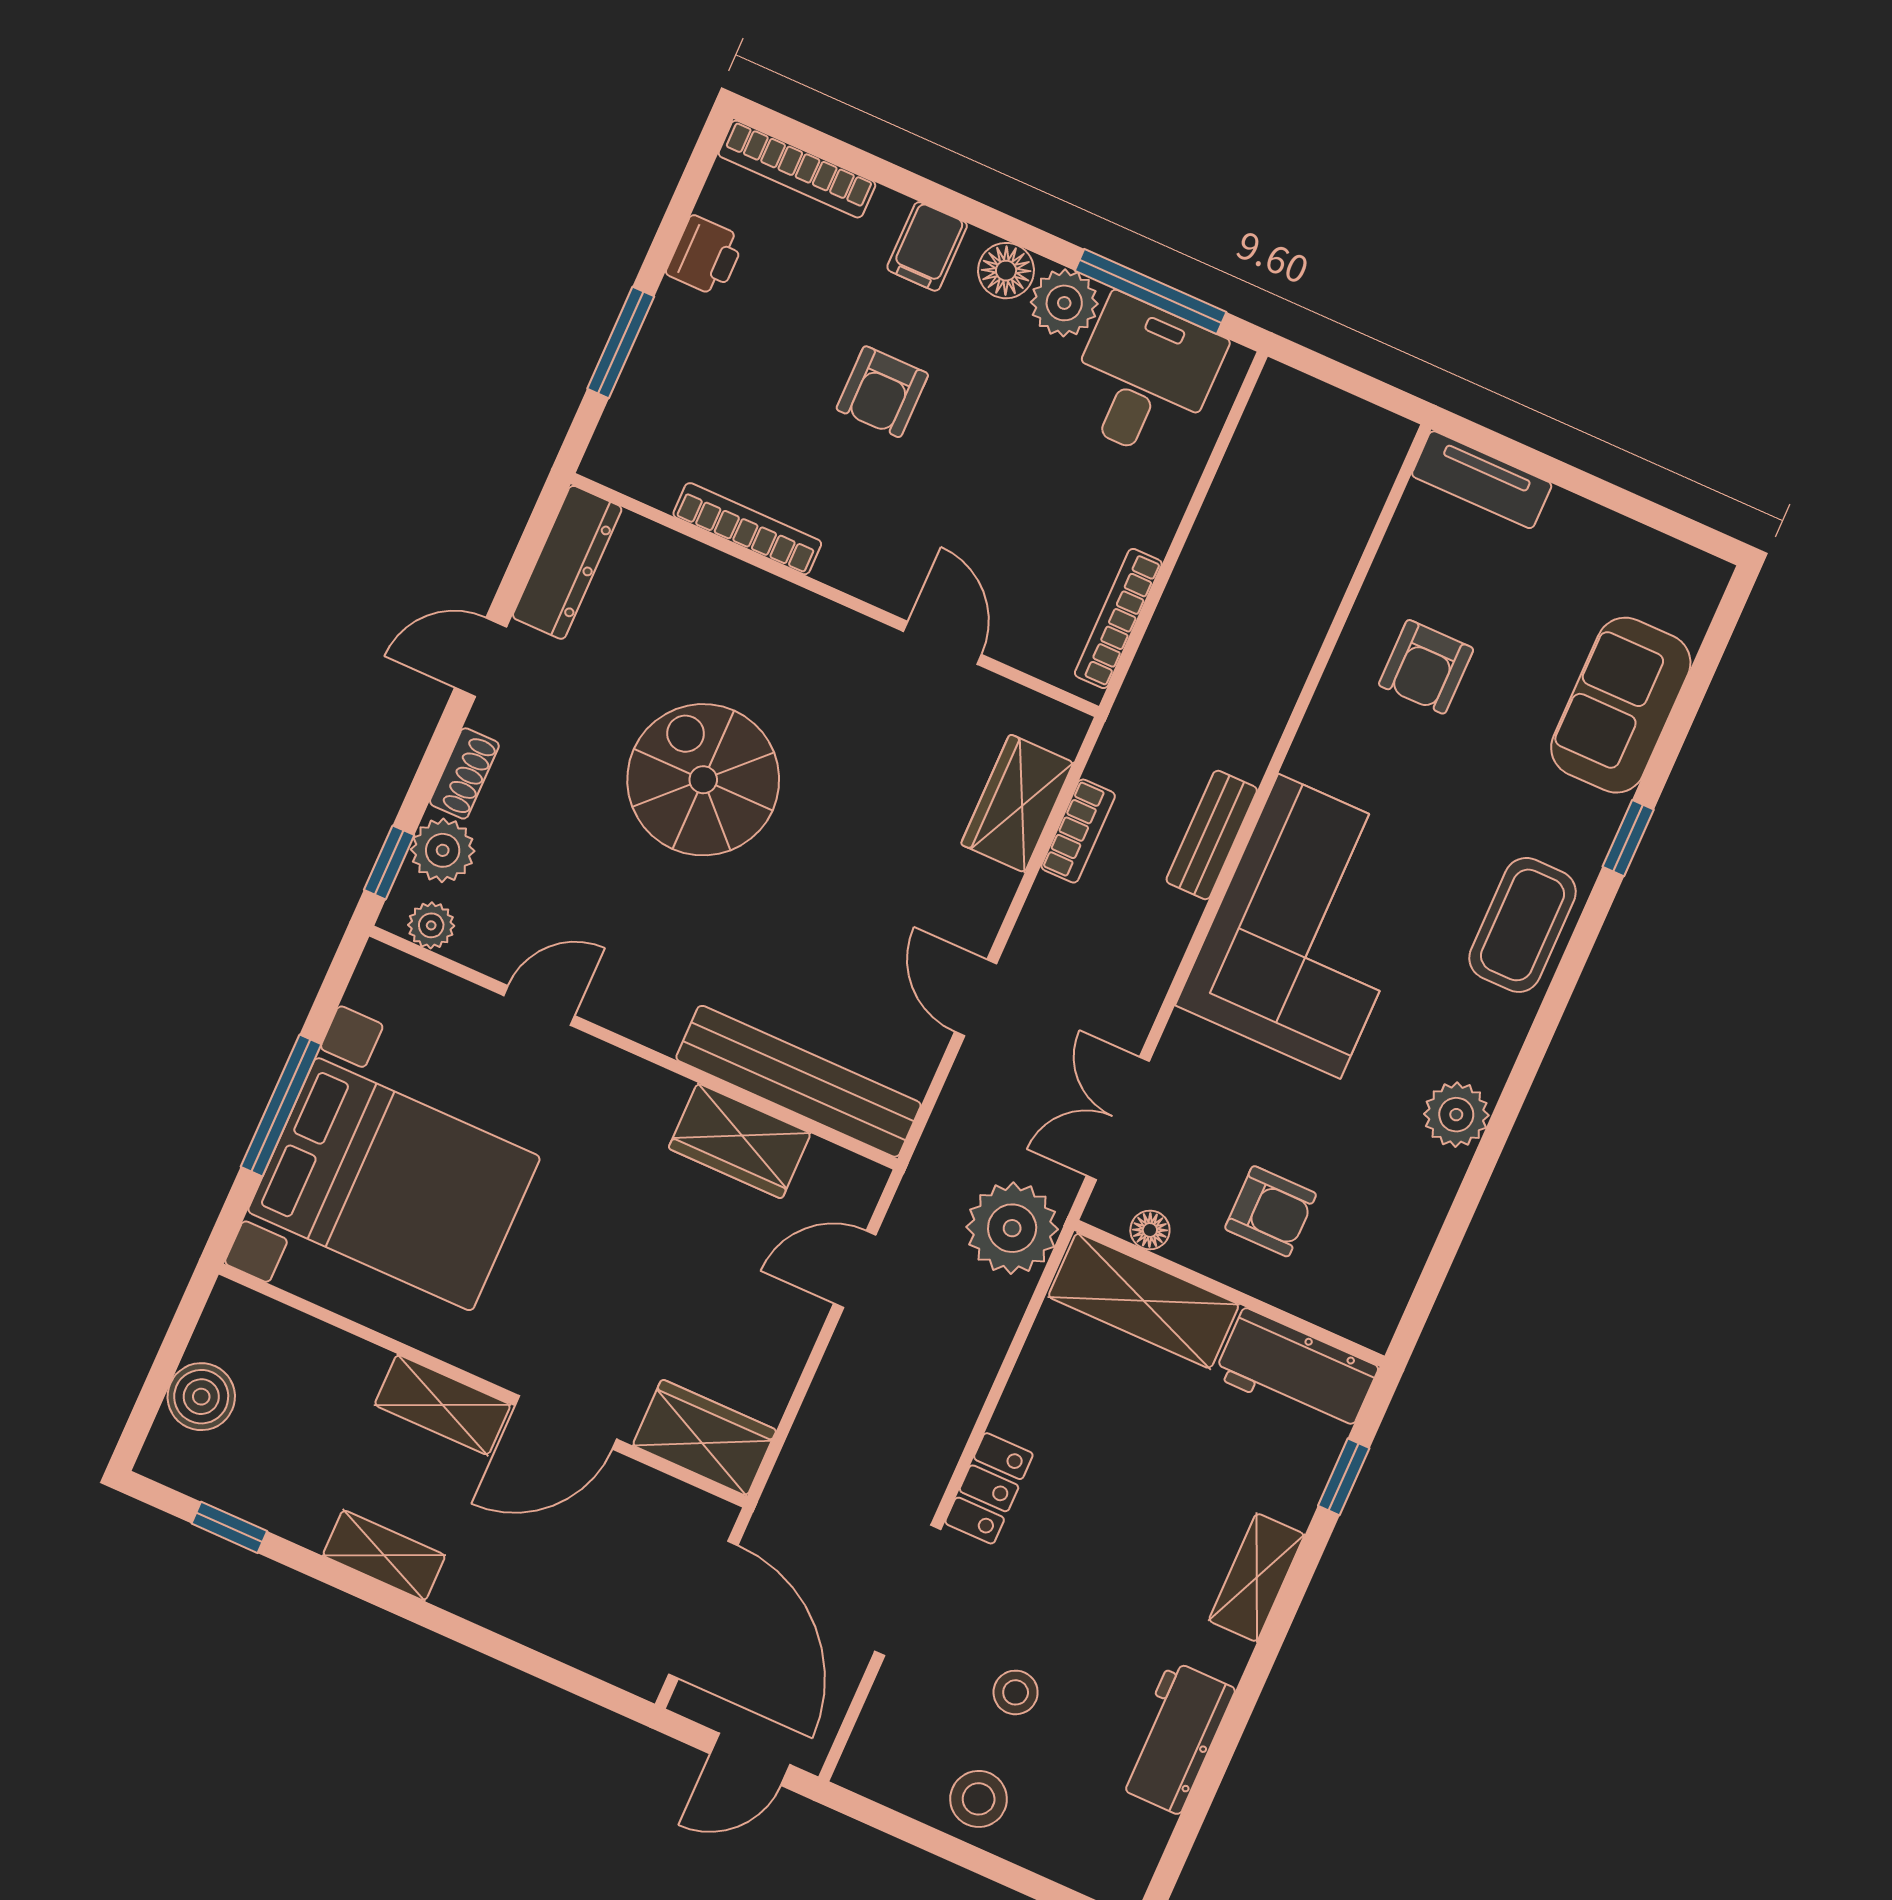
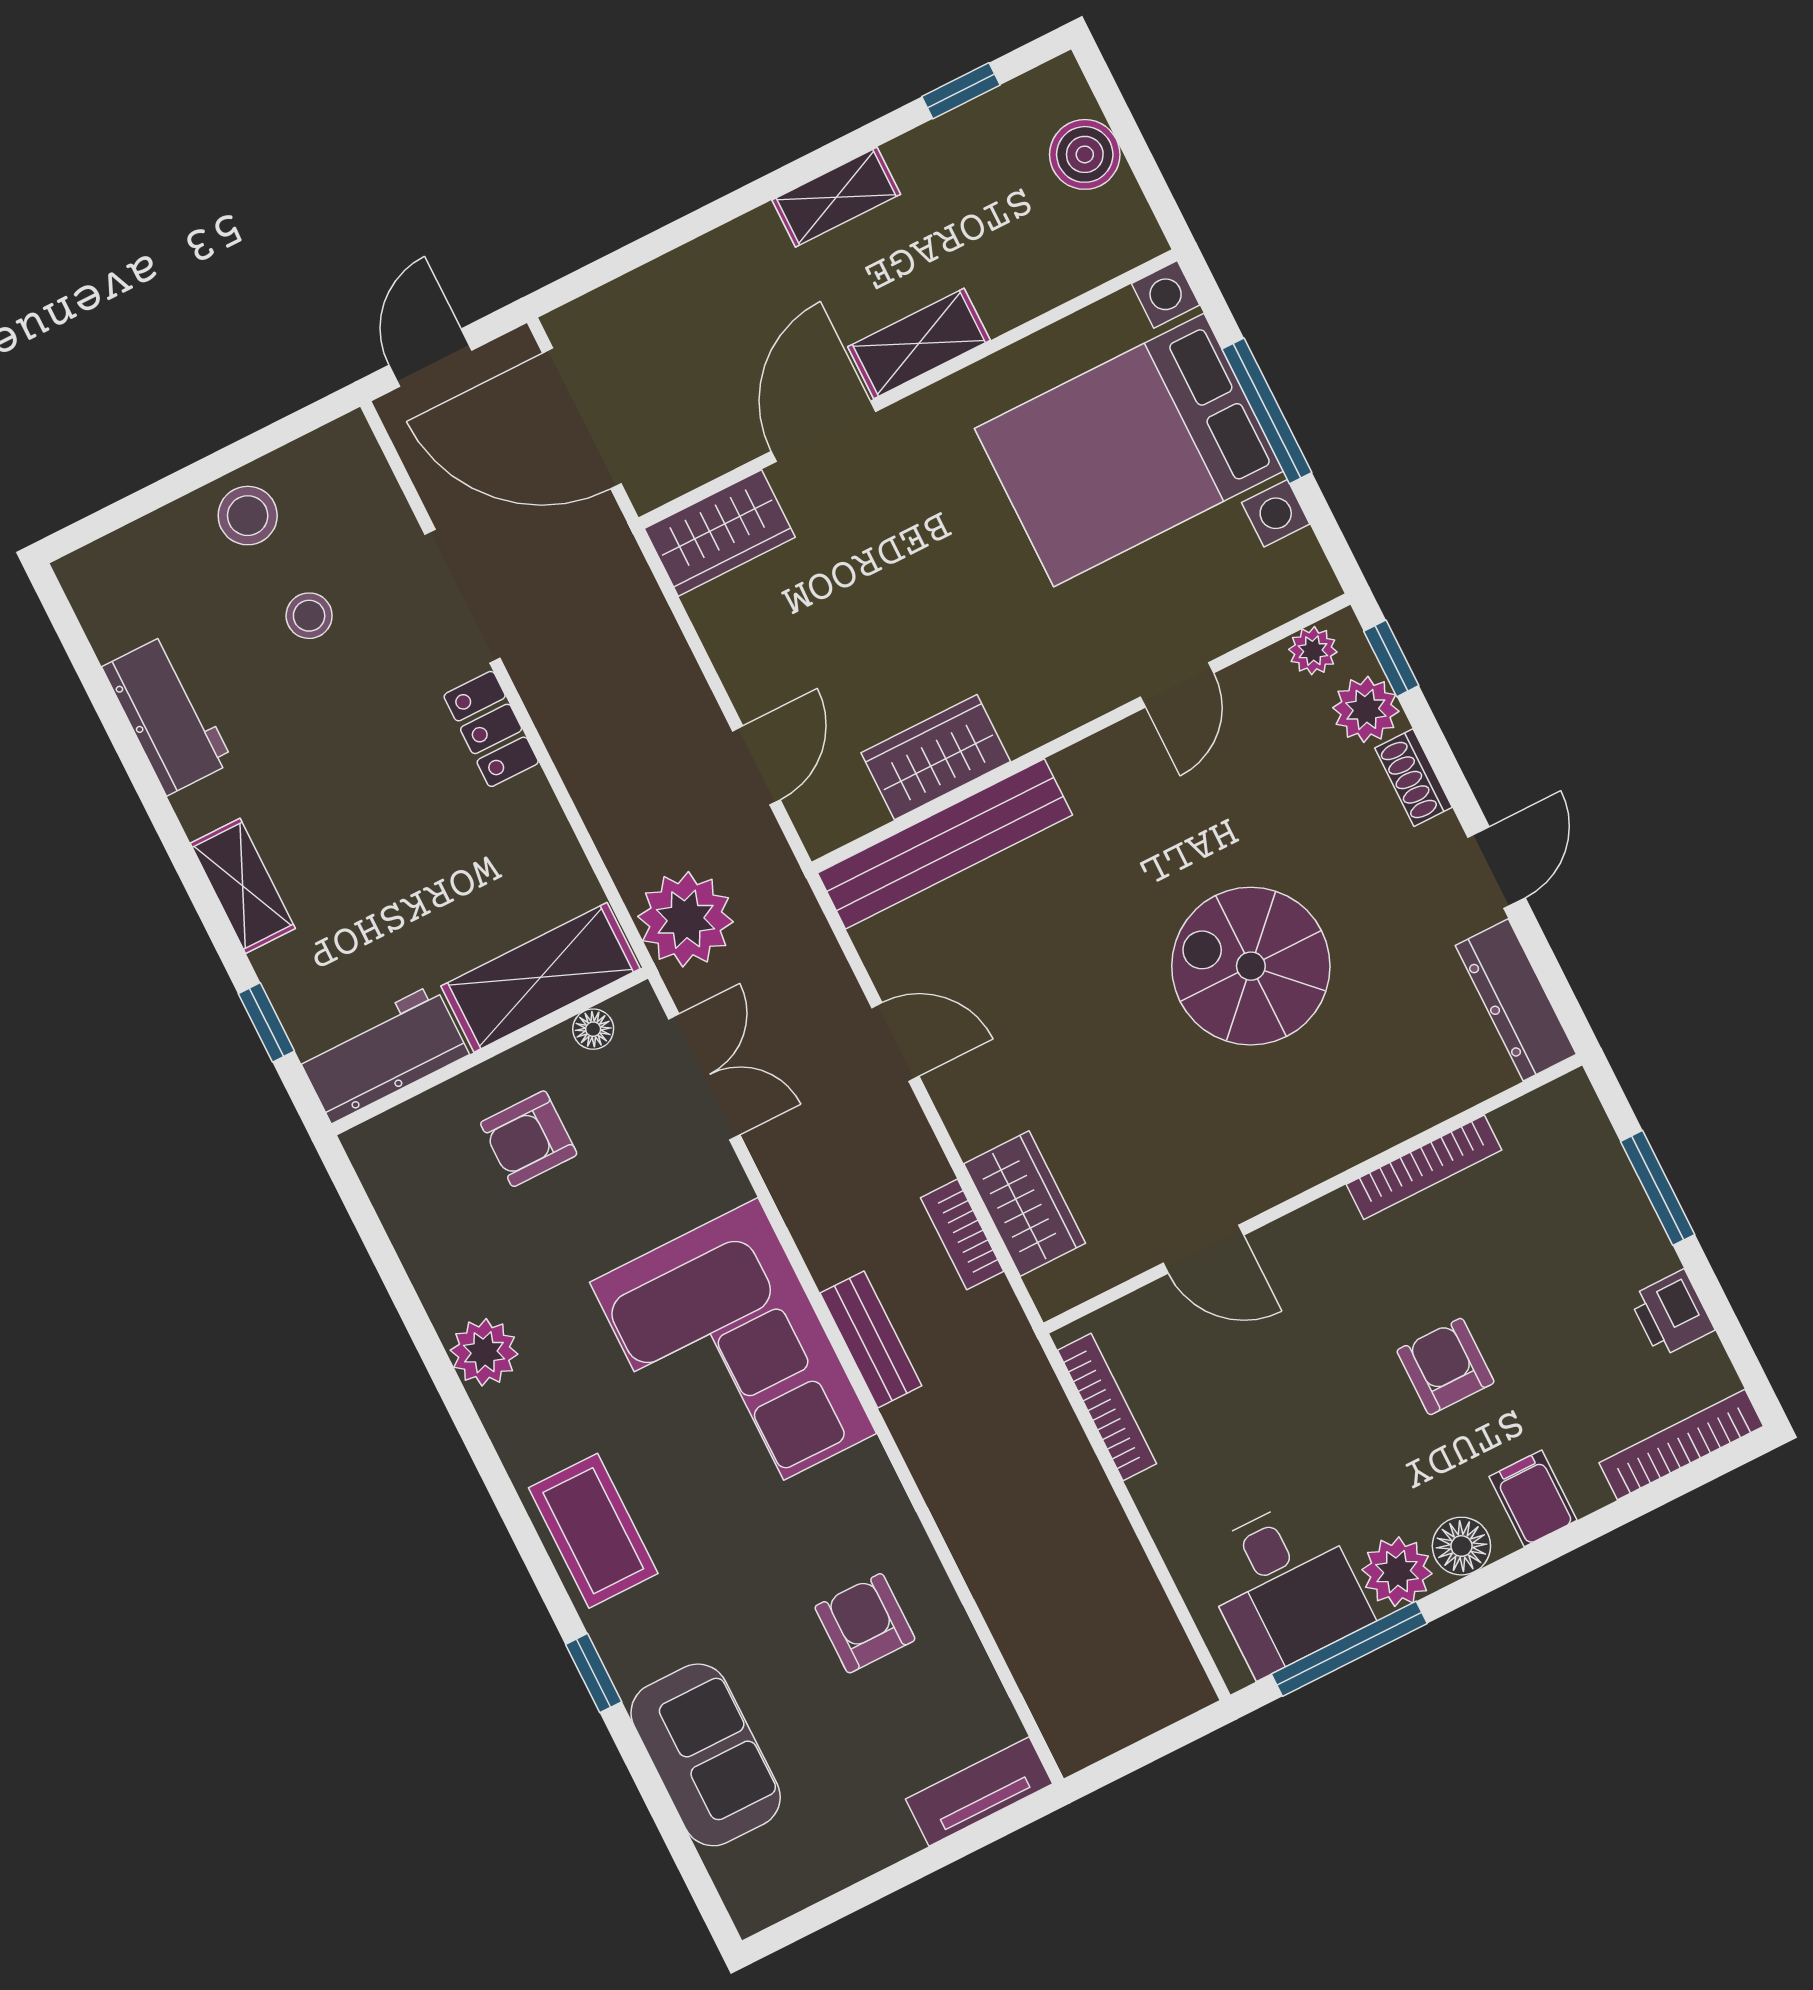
spiral stairs: (703, 780) -> (1251, 966), turned 180

